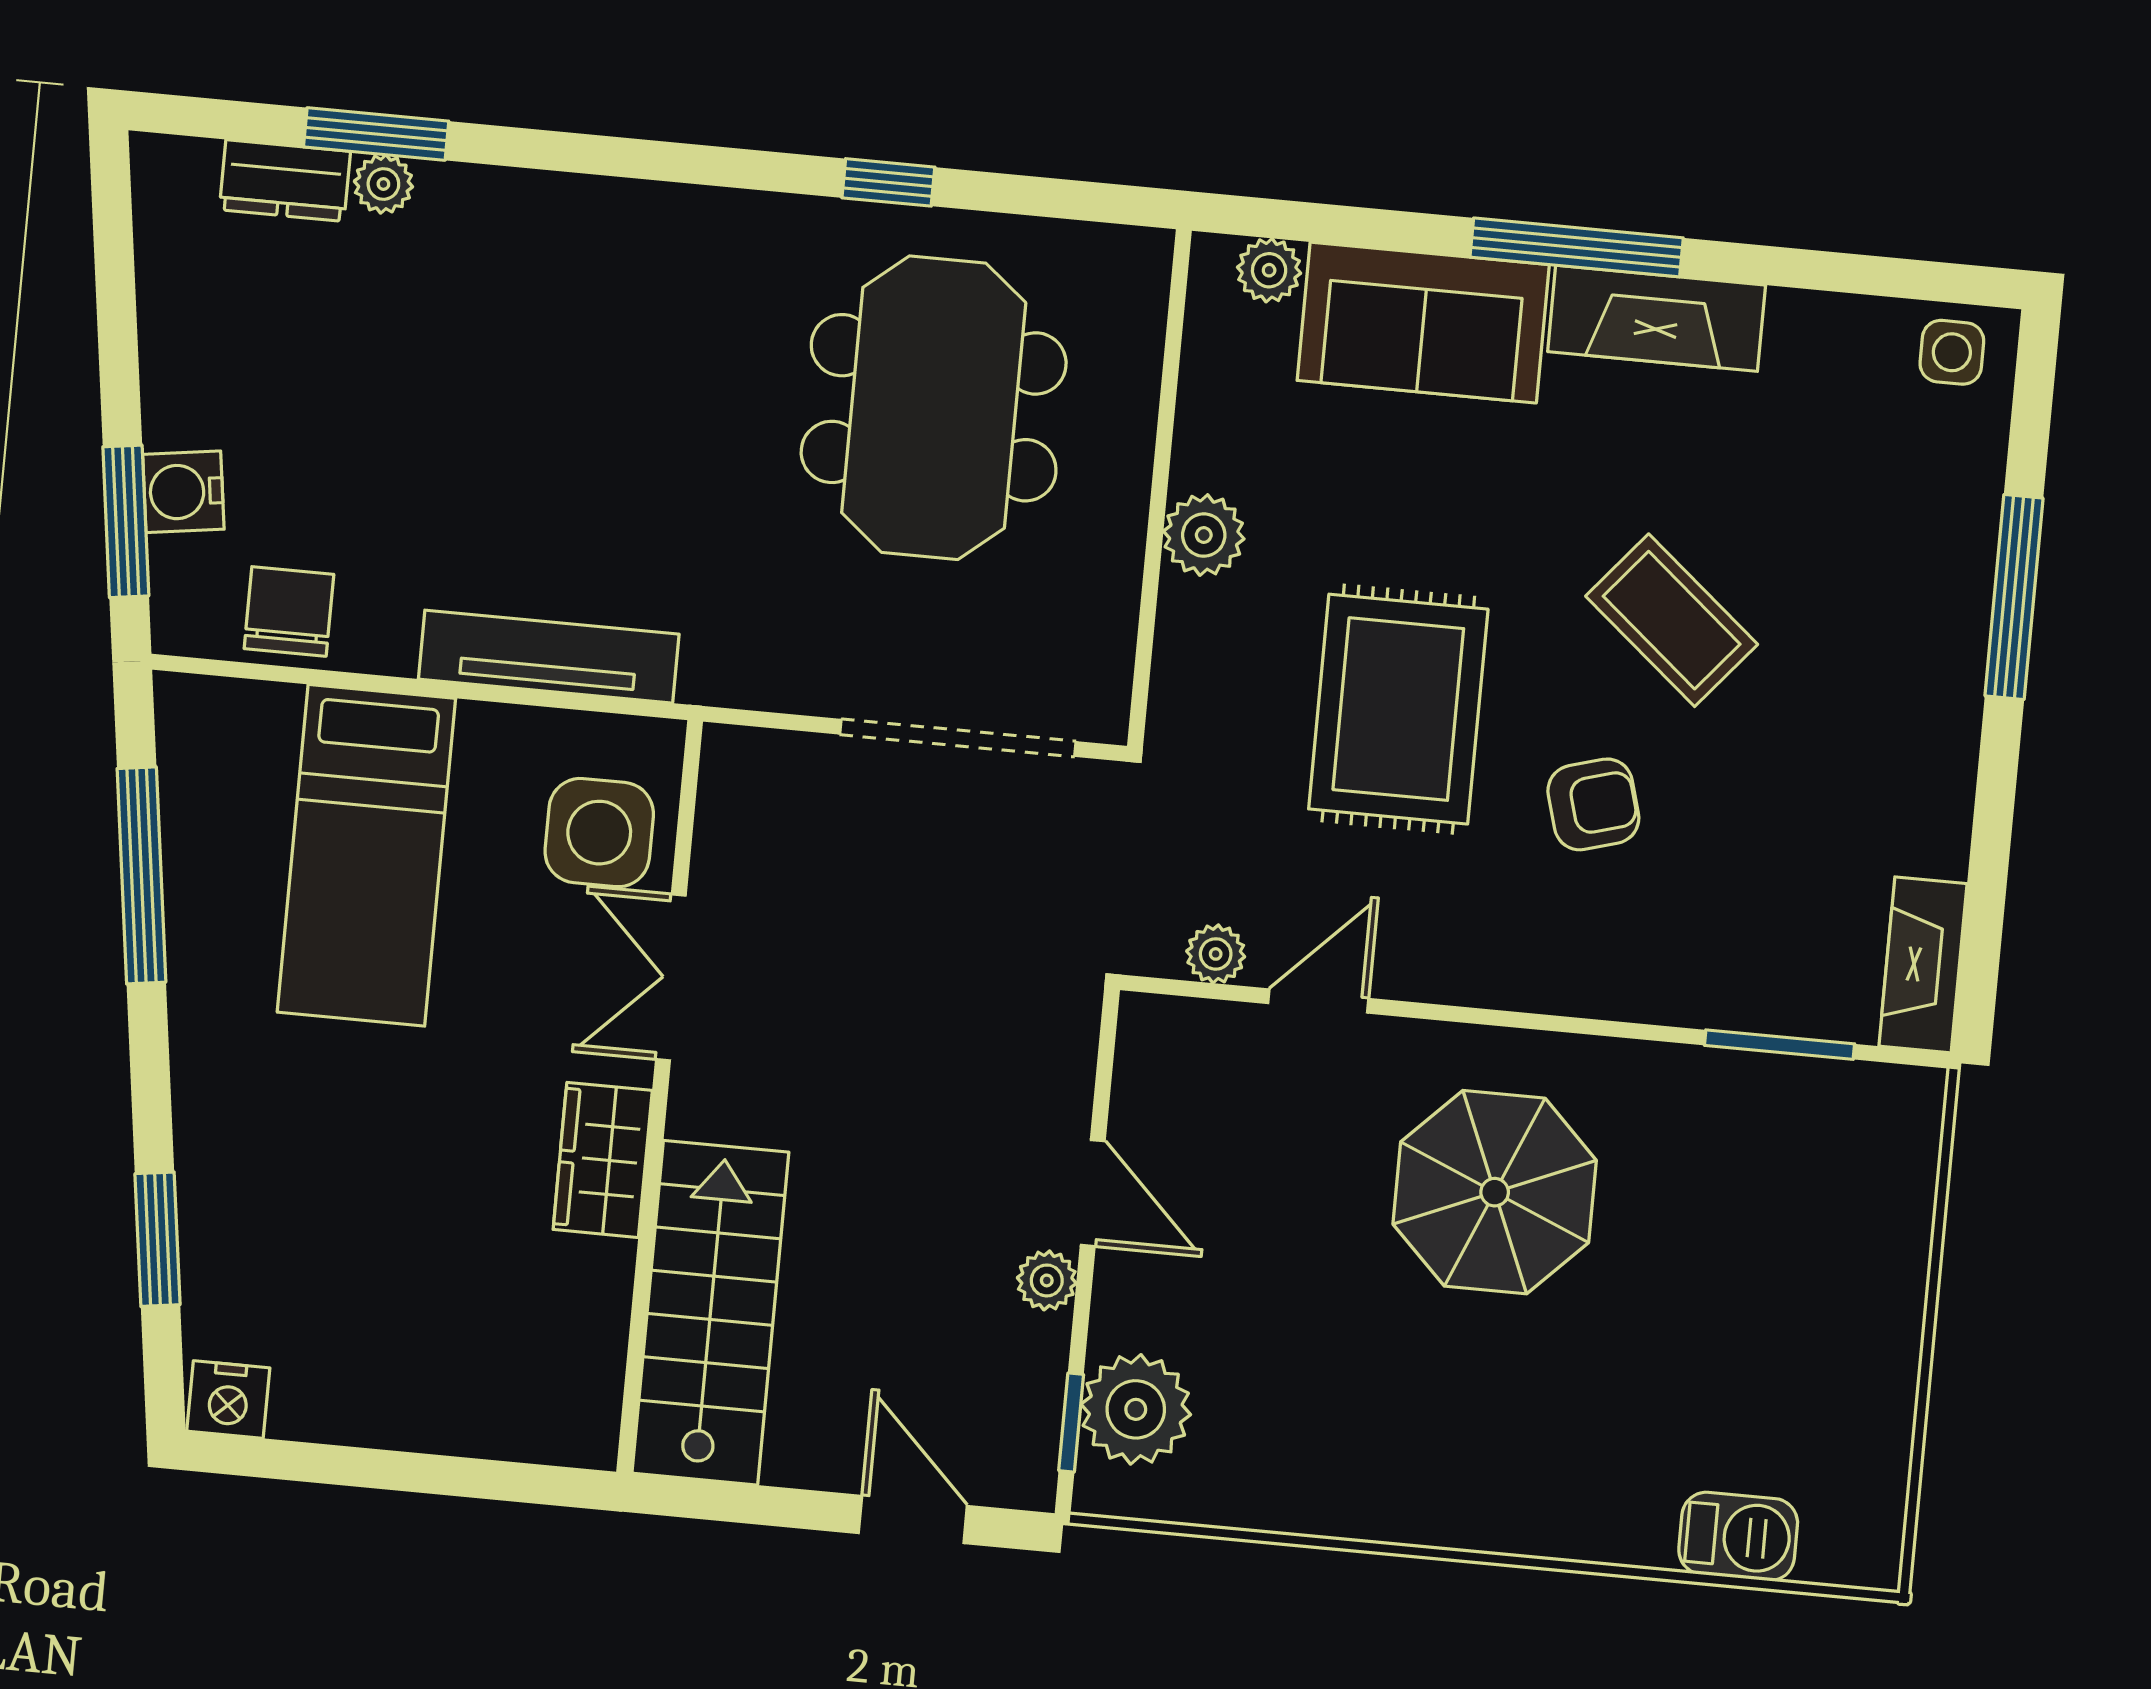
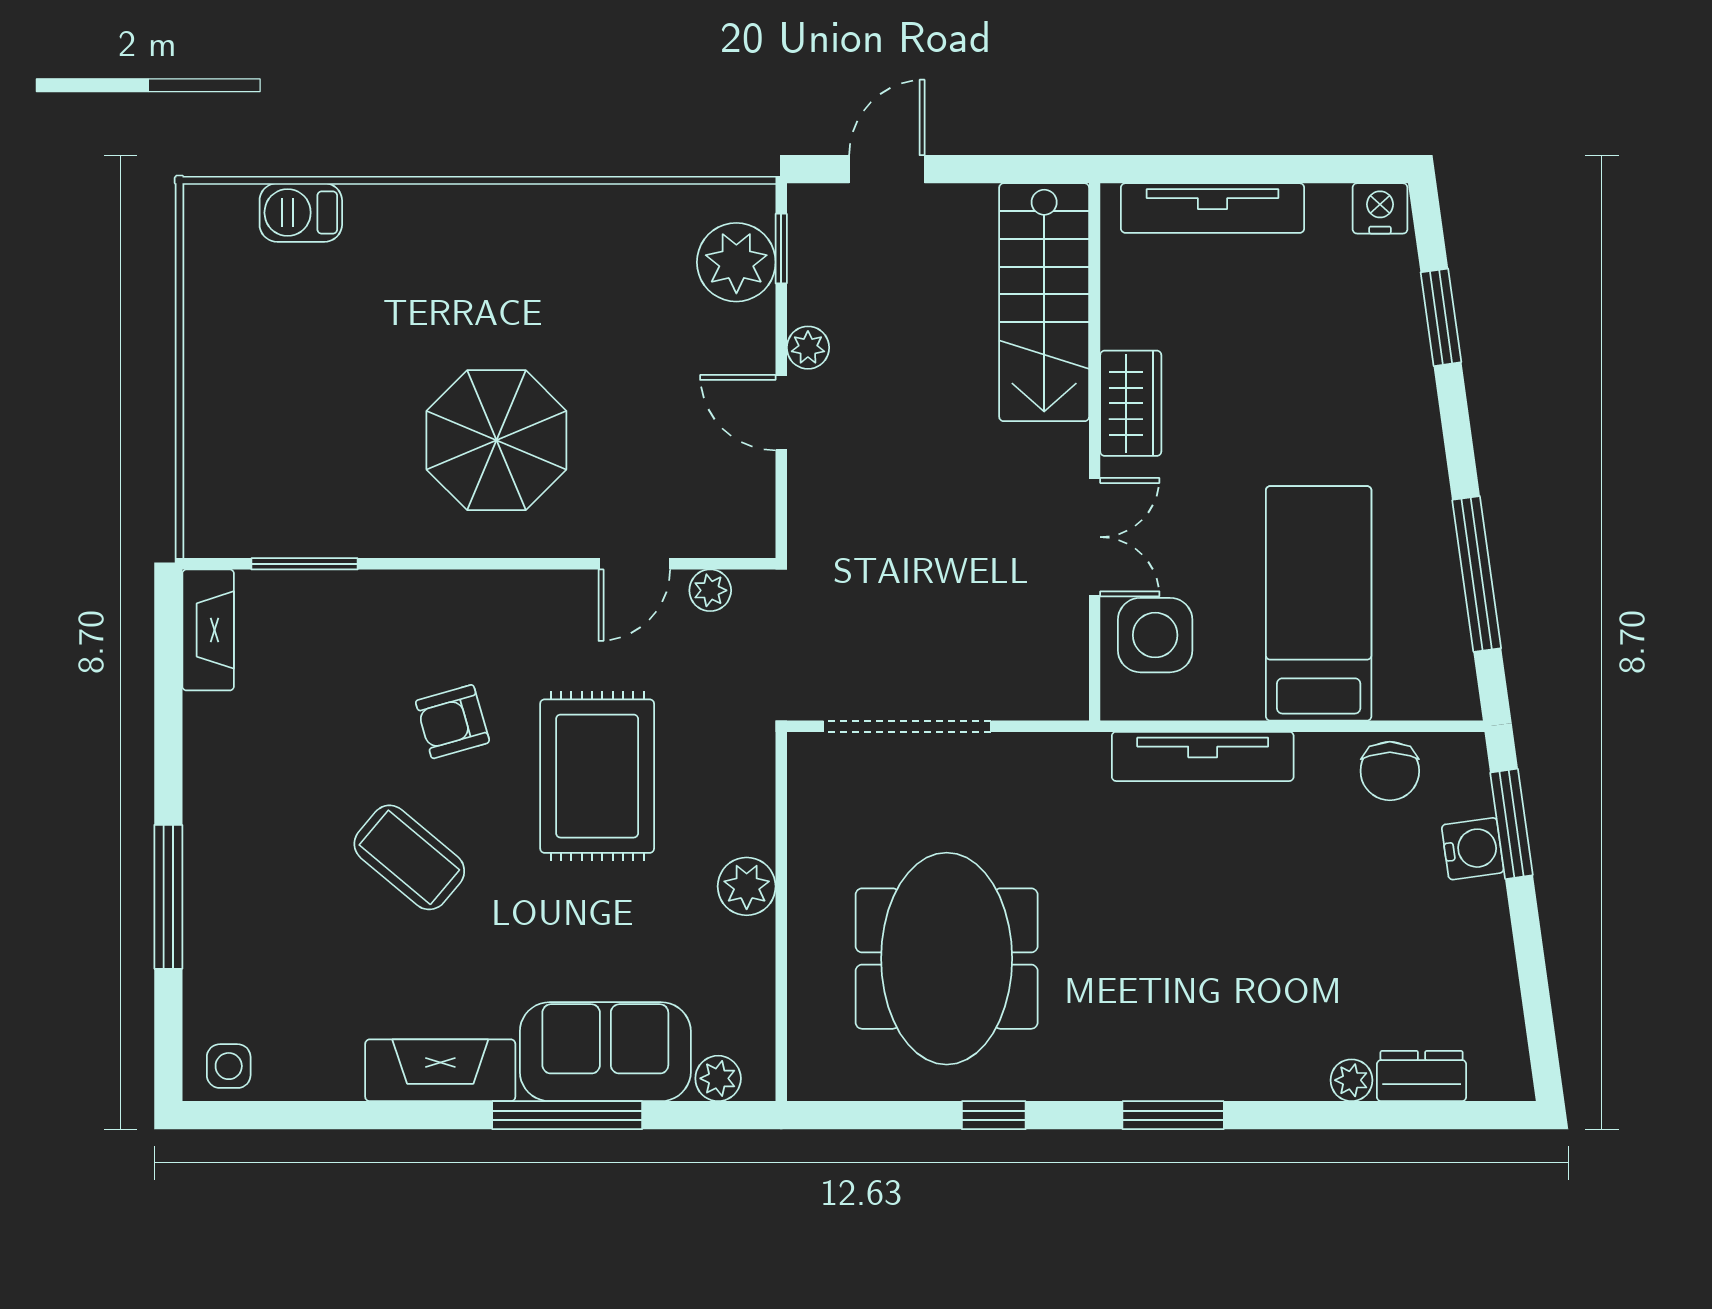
window: (376, 134) -> (1173, 1115), moved
window: (1577, 247) -> (567, 1115), moved
tv unit: (462, 1422) -> (1213, 208), added
door: (913, 1520) -> (887, 169), swing flipped

